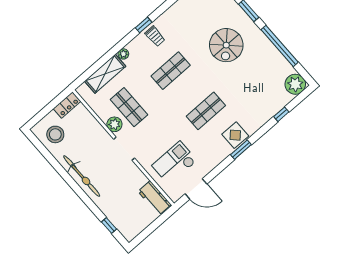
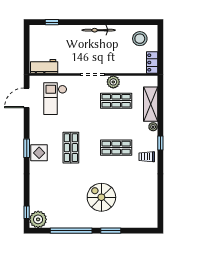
window: (144, 25) -> (160, 143), moved
shop shelf: (171, 71) -> (116, 148), turned 90
window: (281, 114) -> (27, 212), moved
checkout: (174, 163) -> (55, 99), turned 180
bicycle: (82, 176) -> (99, 30), width x0.73, depth x0.71

